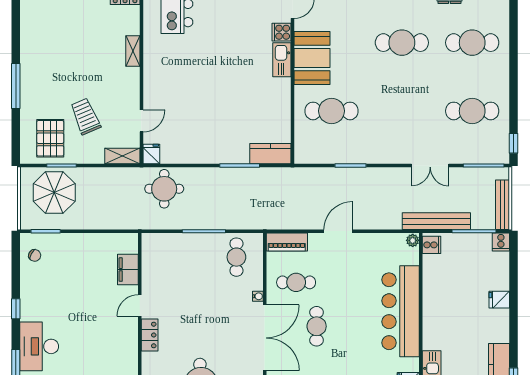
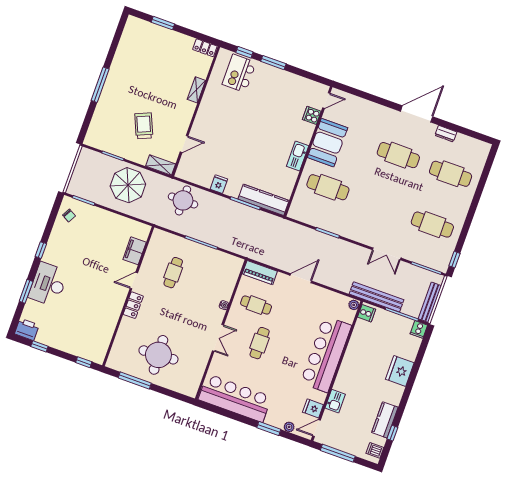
kitchen sink: (282, 60) -> (298, 156), moved
pallet: (50, 138) -> (112, 133), removed
fridge: (151, 154) -> (219, 184), moved
kitchen counter: (270, 154) -> (264, 200), width x1.50
parasol: (54, 192) -> (128, 185), moved
cafe table: (236, 257) -> (173, 273), moved
fridge: (499, 300) -> (400, 371), width x1.88, depth x1.34
double door: (265, 338) -> (218, 338), width x0.54

